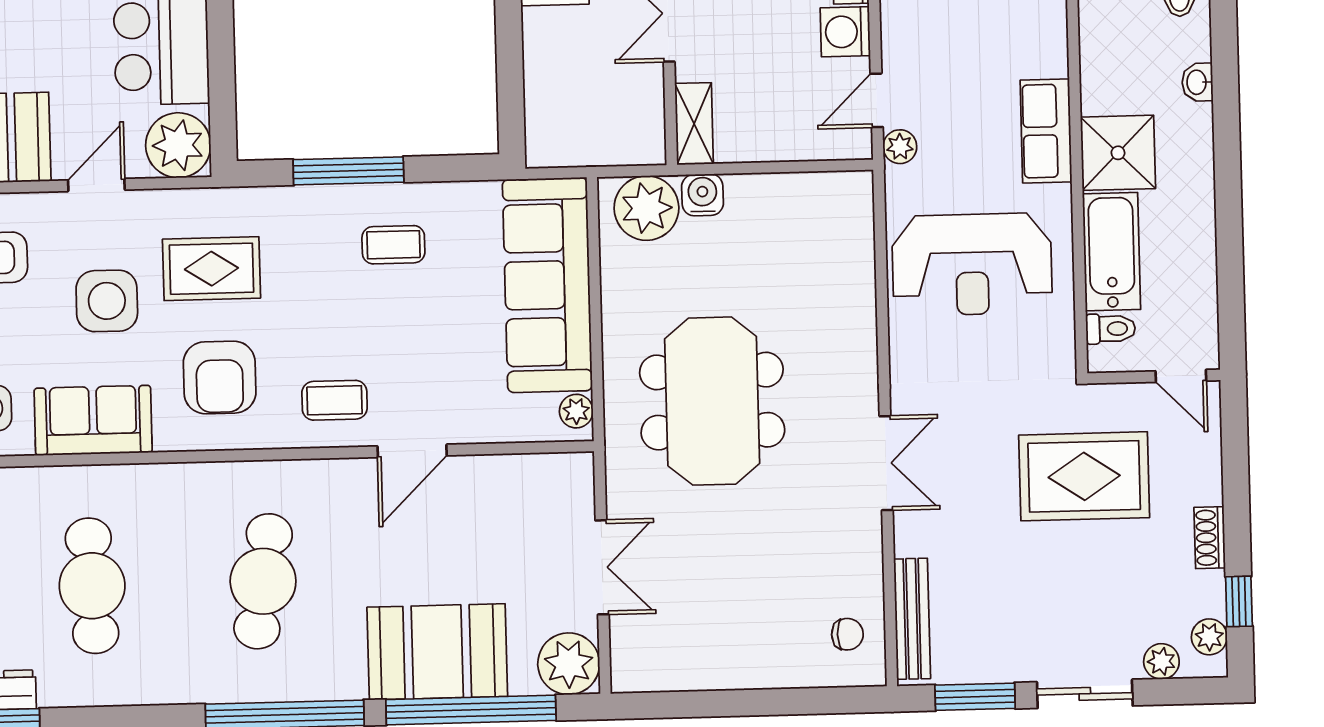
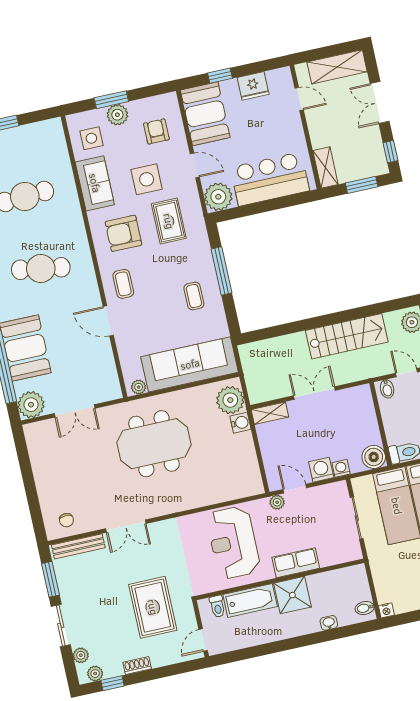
double door: (886, 463) -> (126, 526), moved

